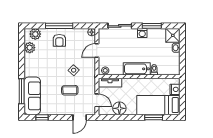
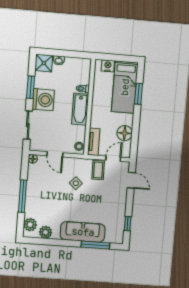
washing machine: (142, 33) -> (43, 100), width x1.89, depth x1.89
armchair: (59, 40) -> (40, 197), removed
coffee table: (70, 90) -> (98, 170), moved
sofa: (32, 96) -> (83, 232), moved

